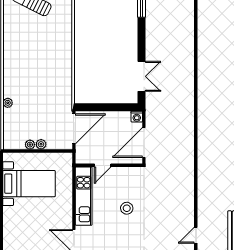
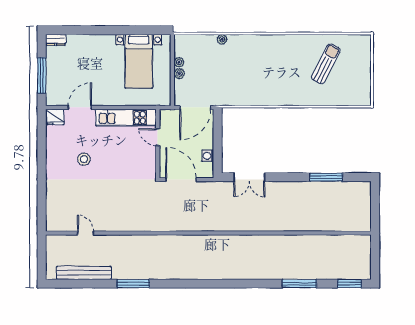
washing machine: (137, 117) -> (208, 156), moved
door: (74, 129) -> (195, 107), hinge flipped
stool: (127, 208) -> (84, 159), moved

